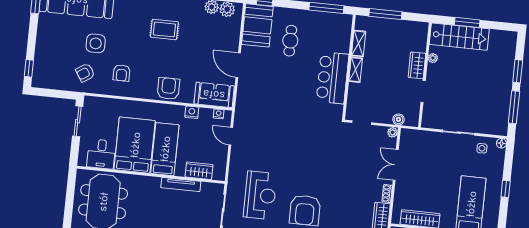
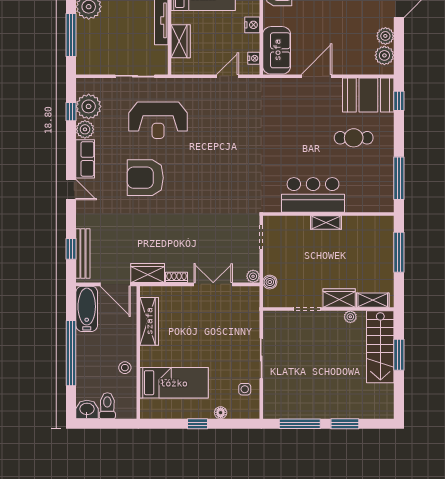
shelving: (359, 44) -> (373, 300), moved
floor lamp: (501, 143) -> (221, 413), moved

